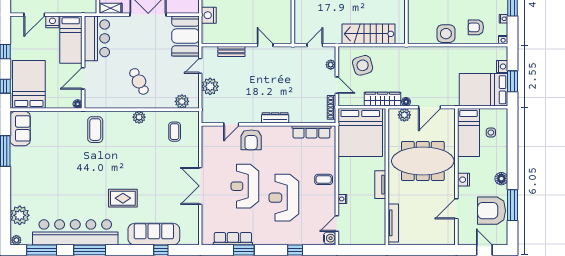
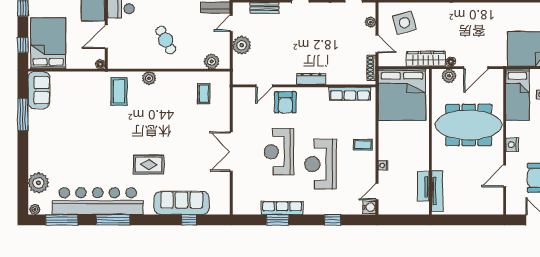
plant: (139, 117) -> (149, 78), moved
tv unit: (380, 185) -> (423, 187), moved
row of seats: (233, 239) -> (282, 208), moved

